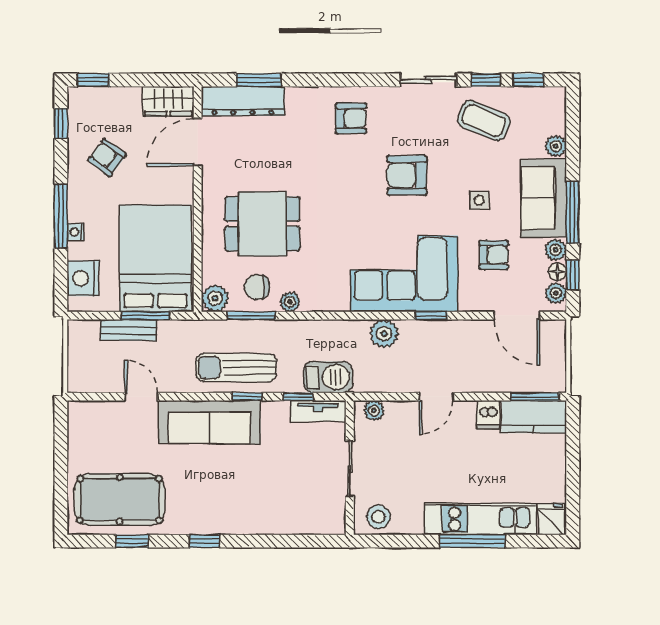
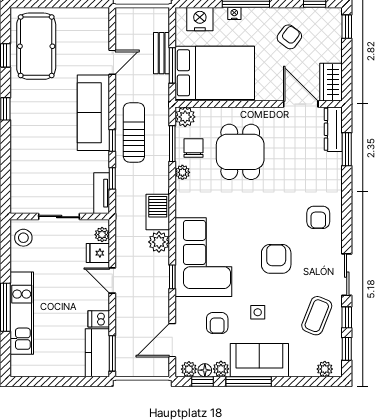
dresser: (243, 101) -> (333, 129), width x0.73, depth x0.80
plant: (556, 146) -> (325, 369), moved
barbecue: (328, 377) -> (158, 212), moved, turned 180
fridge: (551, 519) -> (98, 253), moved, turned 180

